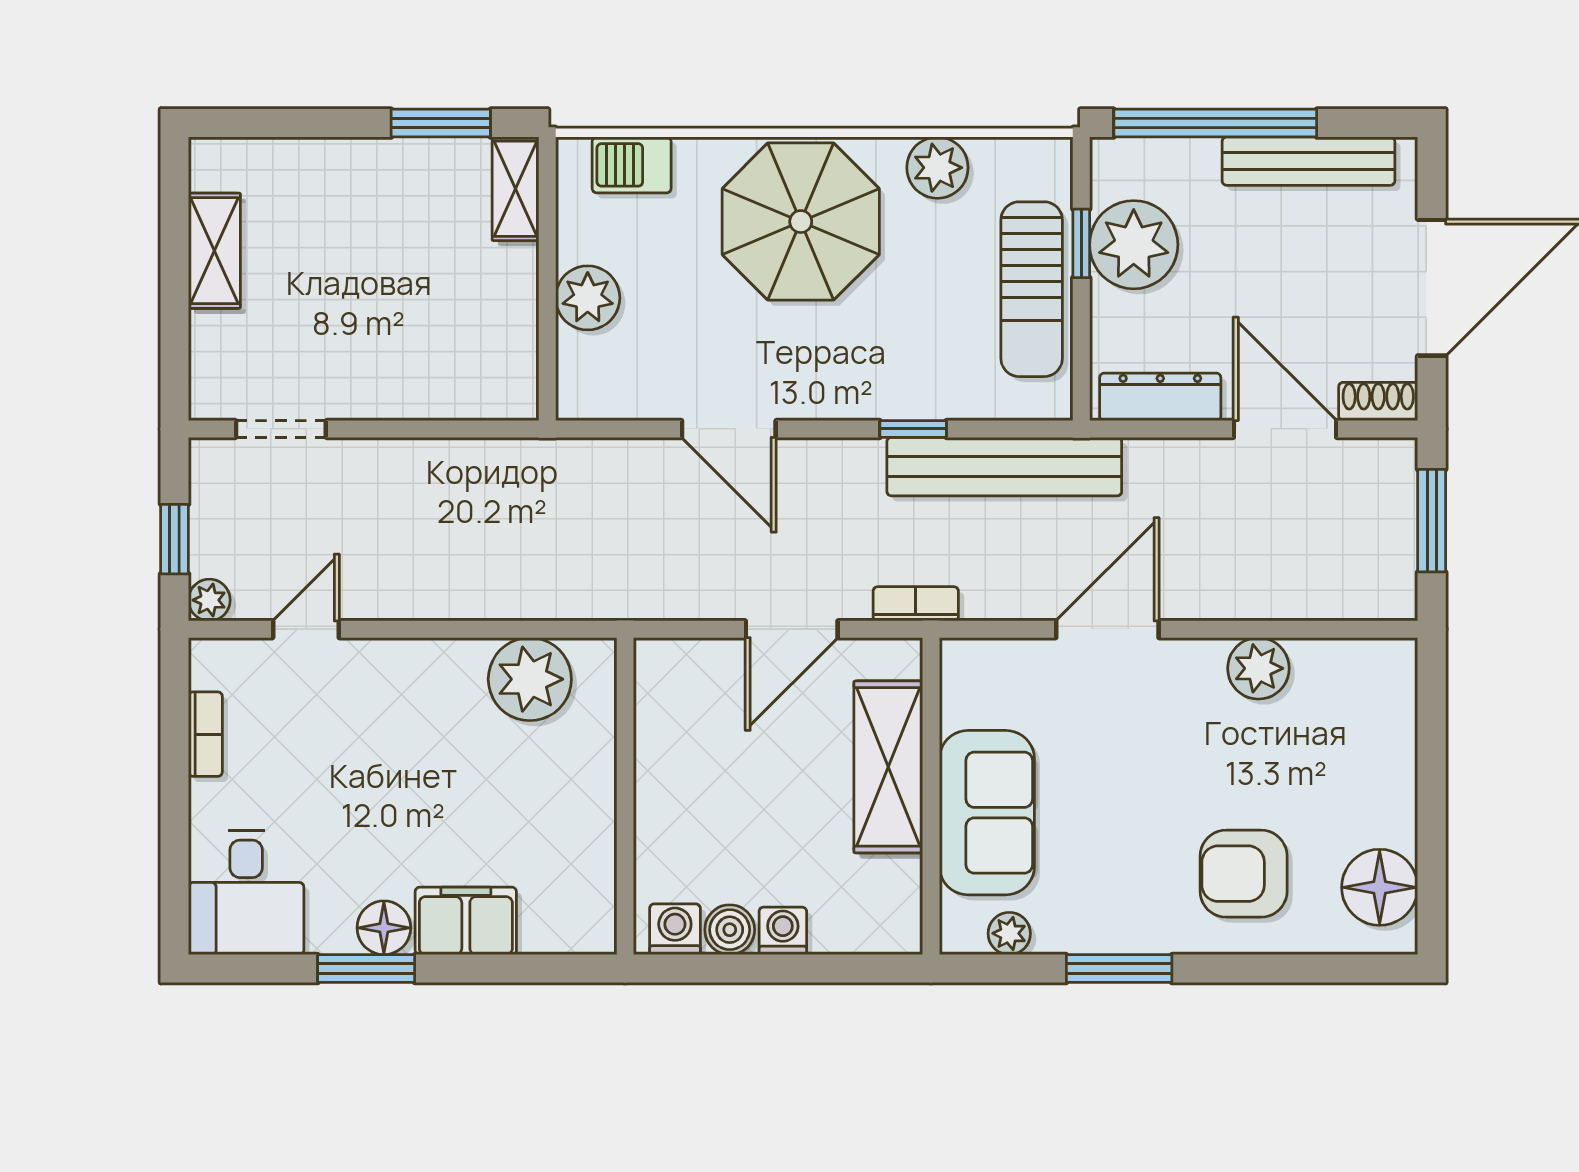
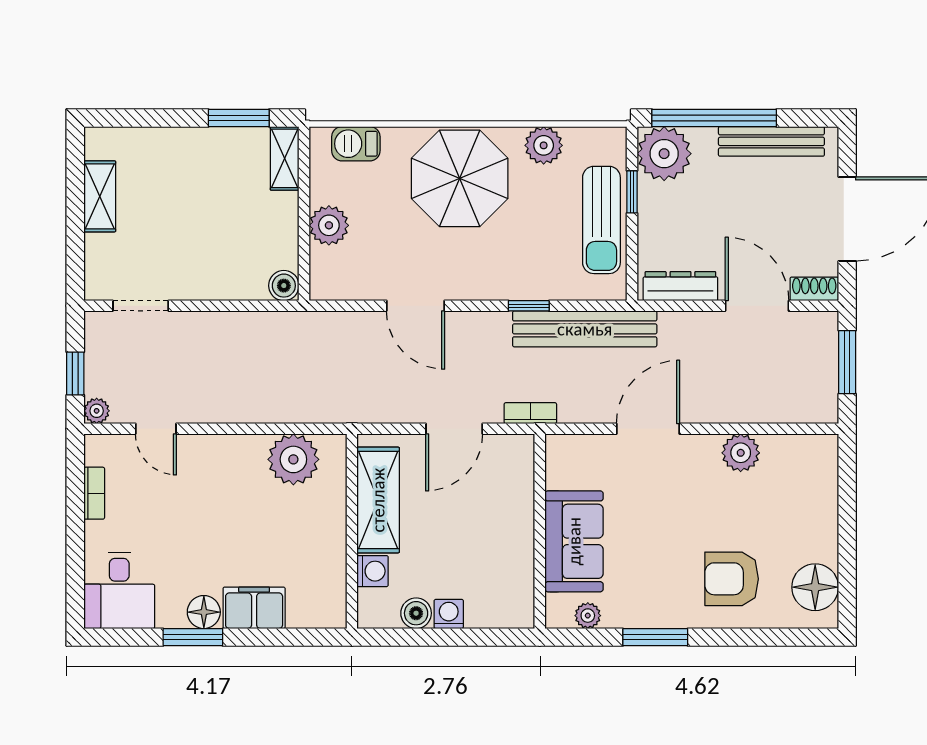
plant: (1134, 245) -> (664, 154), moved
boiler: (514, 396) -> (284, 286), added
door: (306, 629) -> (156, 429), swing flipped
shelving: (888, 767) -> (378, 500), moved
washing machine: (675, 929) -> (373, 571), moved, turned 90

